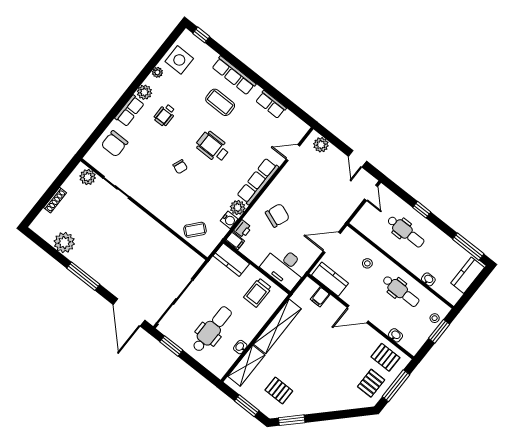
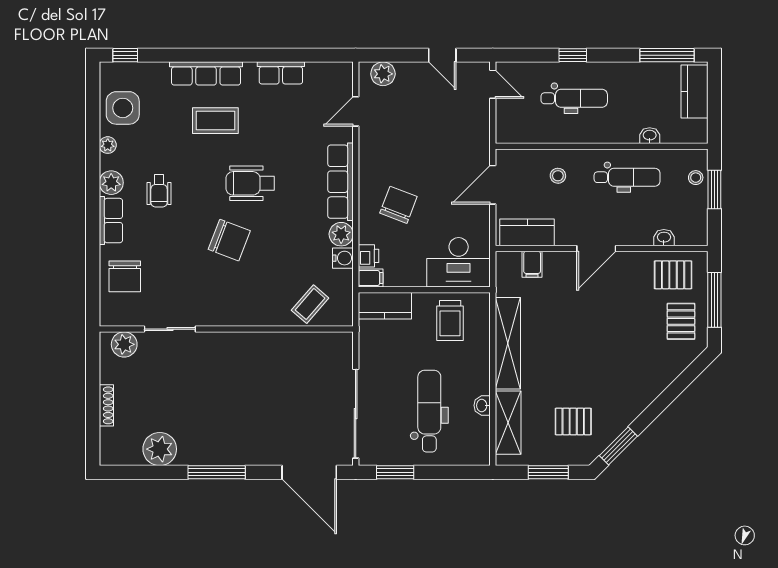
chair: (180, 167) -> (229, 240), width x1.87, depth x1.87

